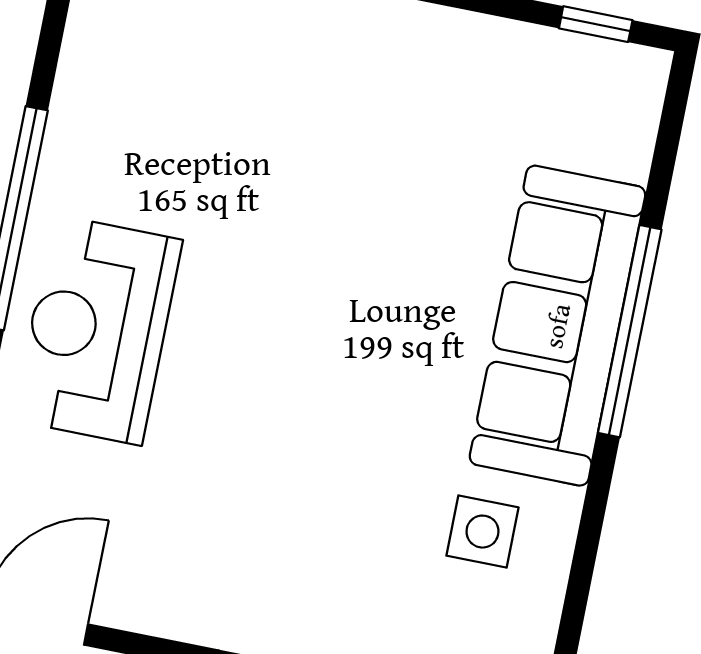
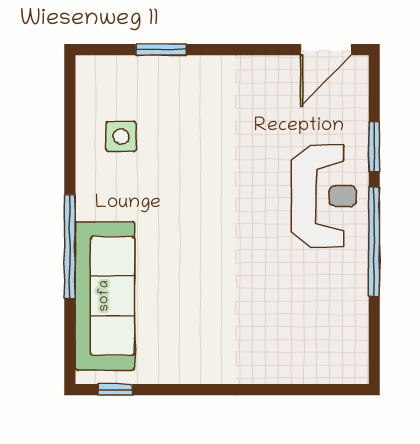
sofa: (558, 326) -> (105, 296), moved

